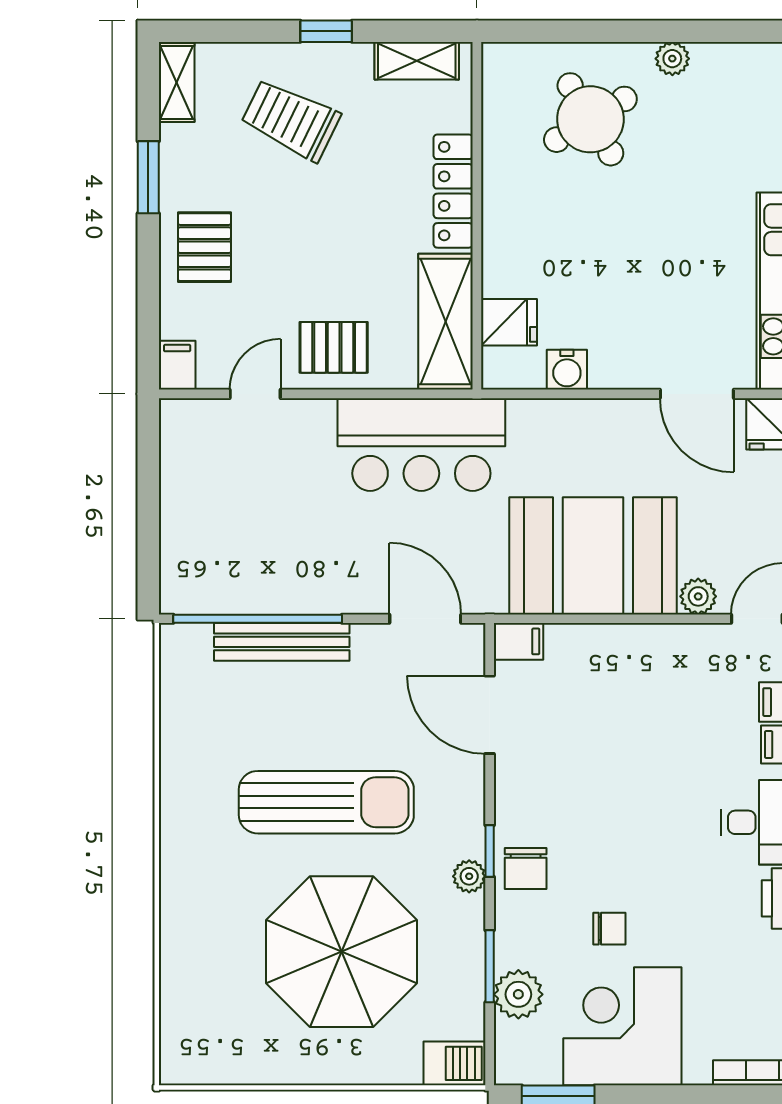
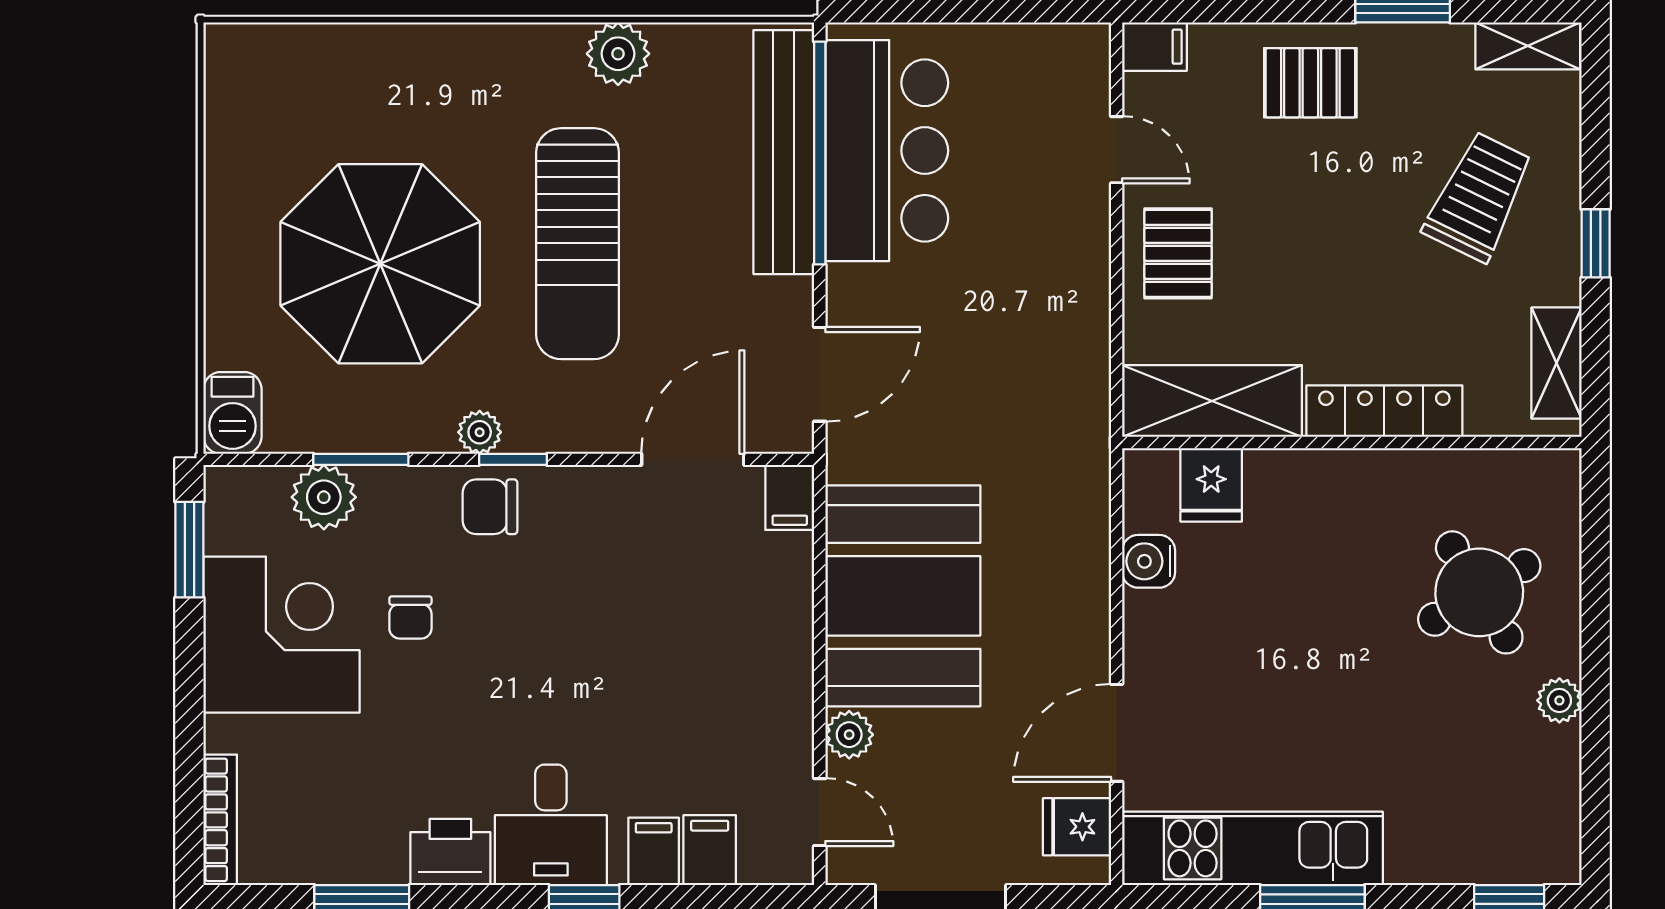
bar counter: (421, 445) -> (887, 151), moved, turned 180
bench: (282, 642) -> (784, 152), width x1.37, depth x1.21
plant: (183, 771) -> (618, 54), added

